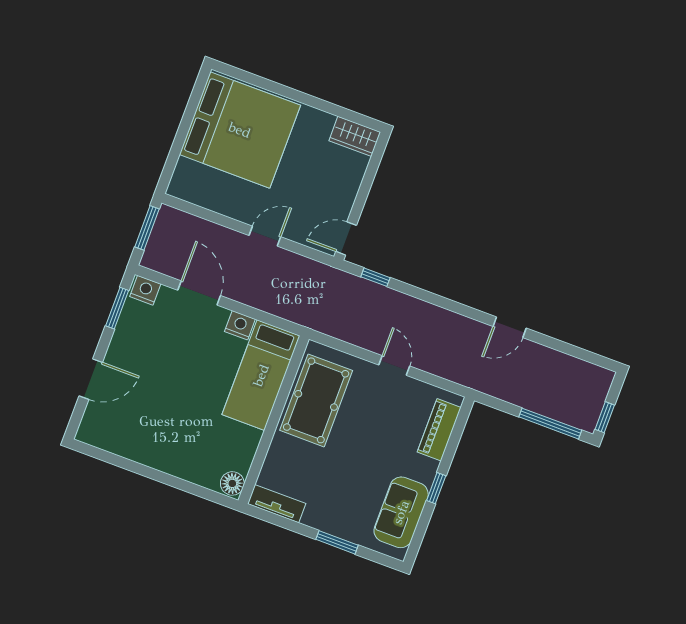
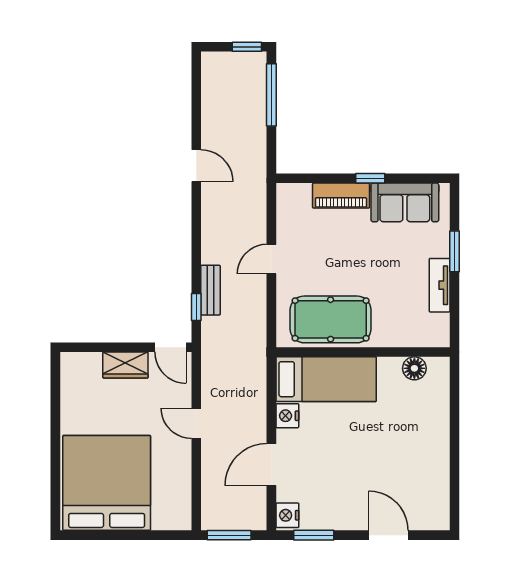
wardrobe: (355, 136) -> (125, 365), moved, turned 90
bench: (386, 297) -> (211, 290), added
piano: (439, 430) -> (341, 196), moved
floor lamp: (232, 483) -> (414, 368), moved
tv unit: (277, 504) -> (440, 285), moved

